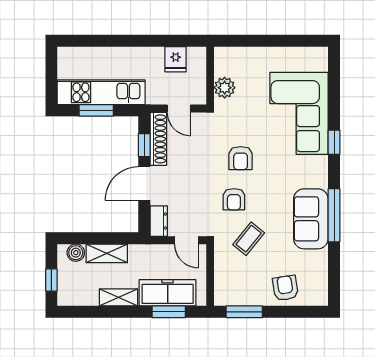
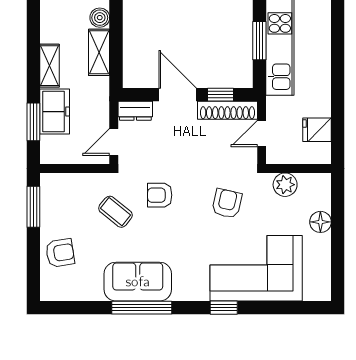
floor lamp: (258, 56) -> (320, 222), added
armchair: (241, 158) -> (227, 203), moved, turned 103
freezer: (168, 293) -> (55, 112), width x0.71

